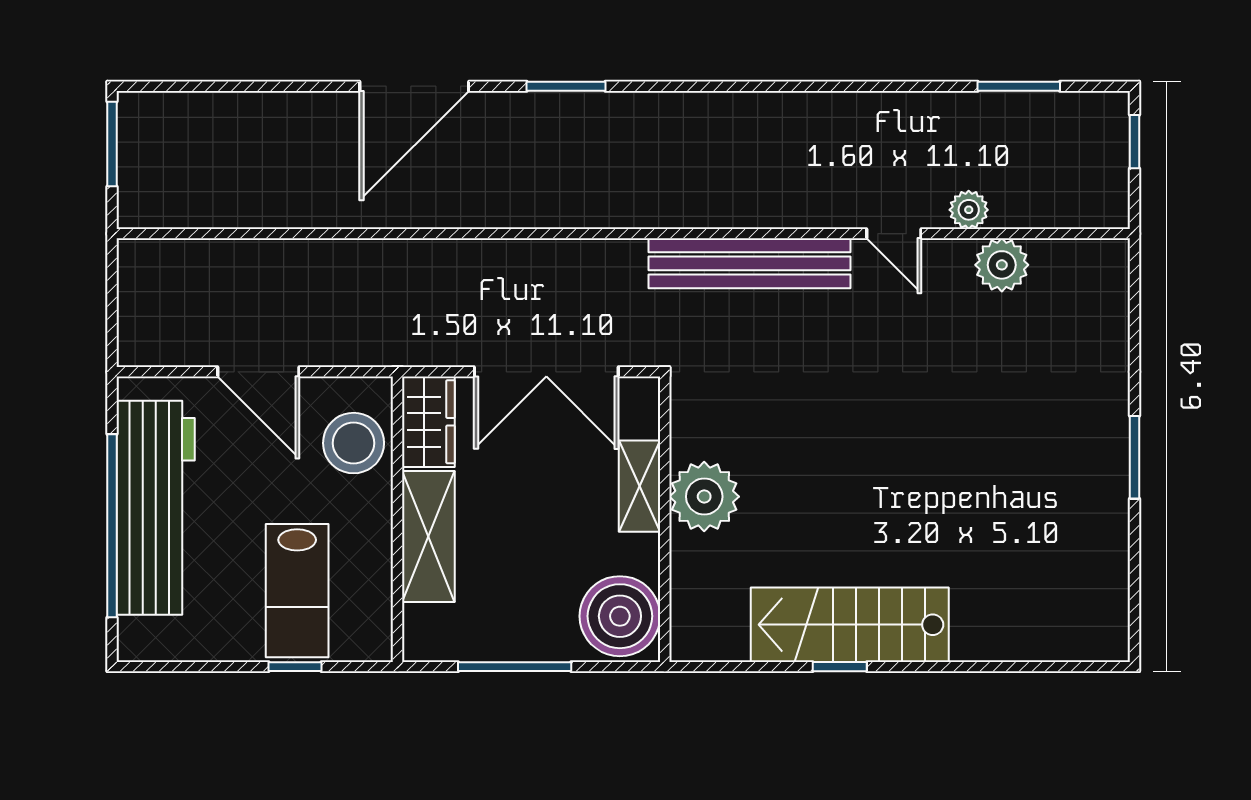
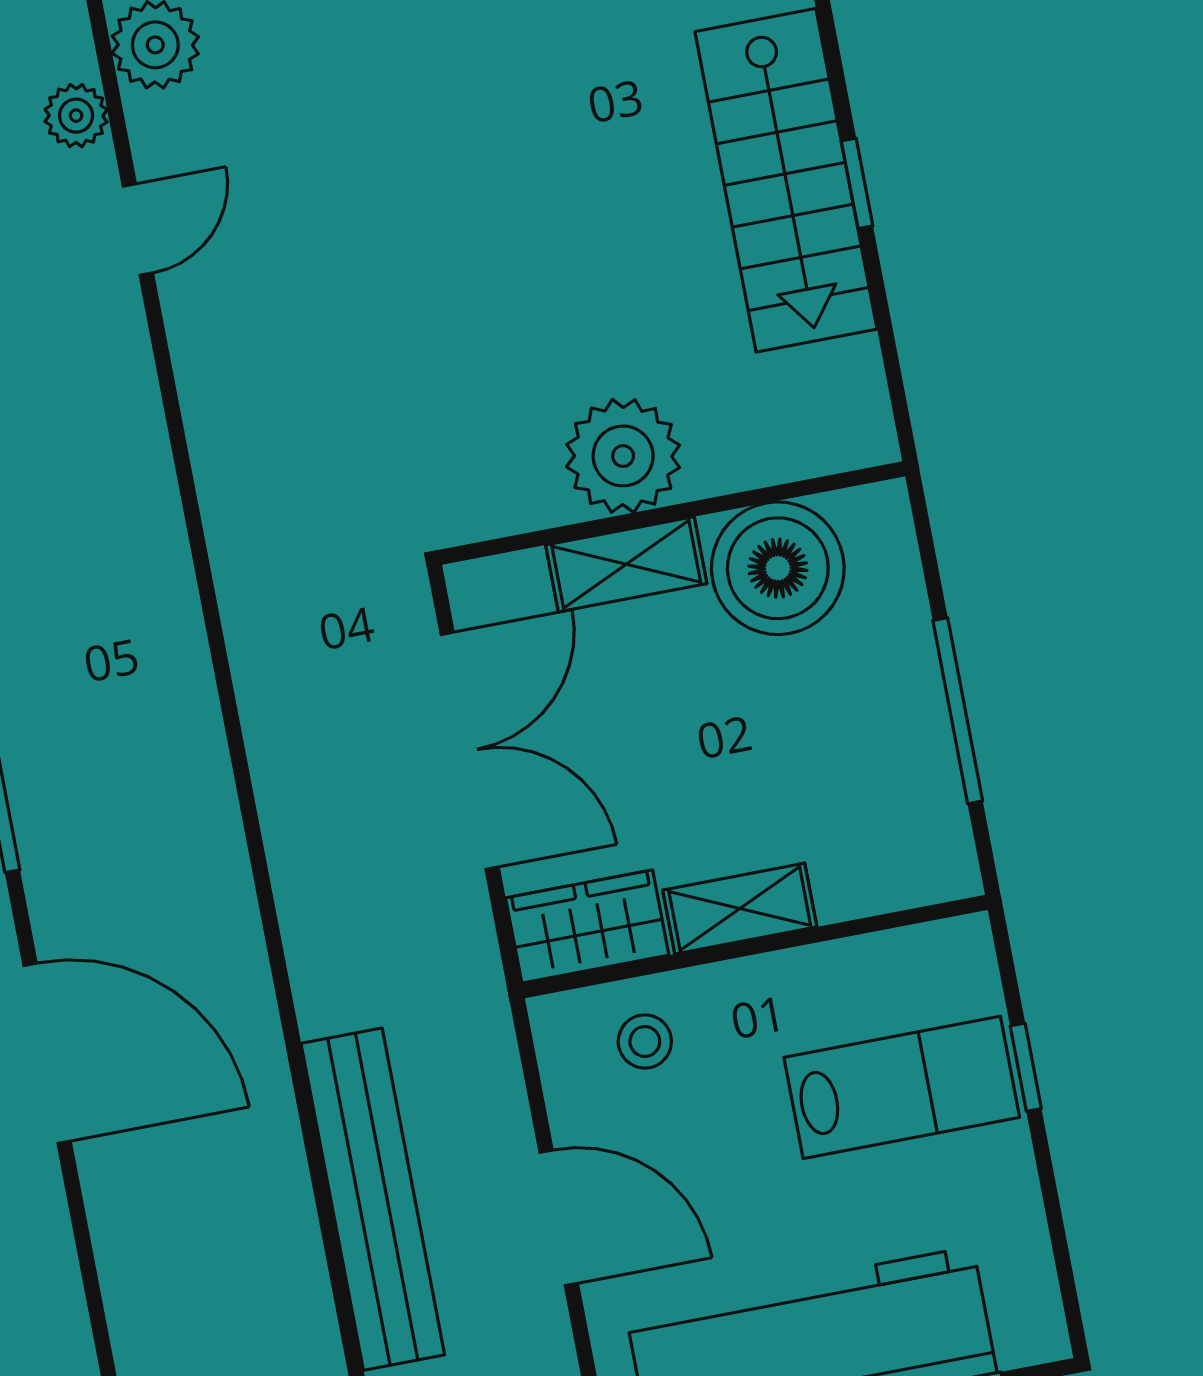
bench: (750, 263) -> (373, 1199), moved
door: (258, 372) -> (559, 1218), hinge flipped
stool: (354, 443) -> (645, 1041), width x0.53, depth x0.53
shelving: (428, 536) -> (740, 909), width x0.67, depth x0.75
boiler: (620, 616) -> (778, 568), moved

